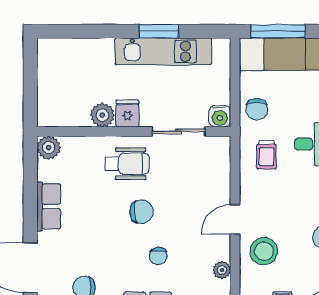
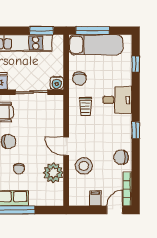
window: (159, 31) -> (42, 31), moved
door: (235, 219) -> (66, 146), hinge flipped
plant: (222, 270) -> (53, 173), width x1.88, depth x1.88

